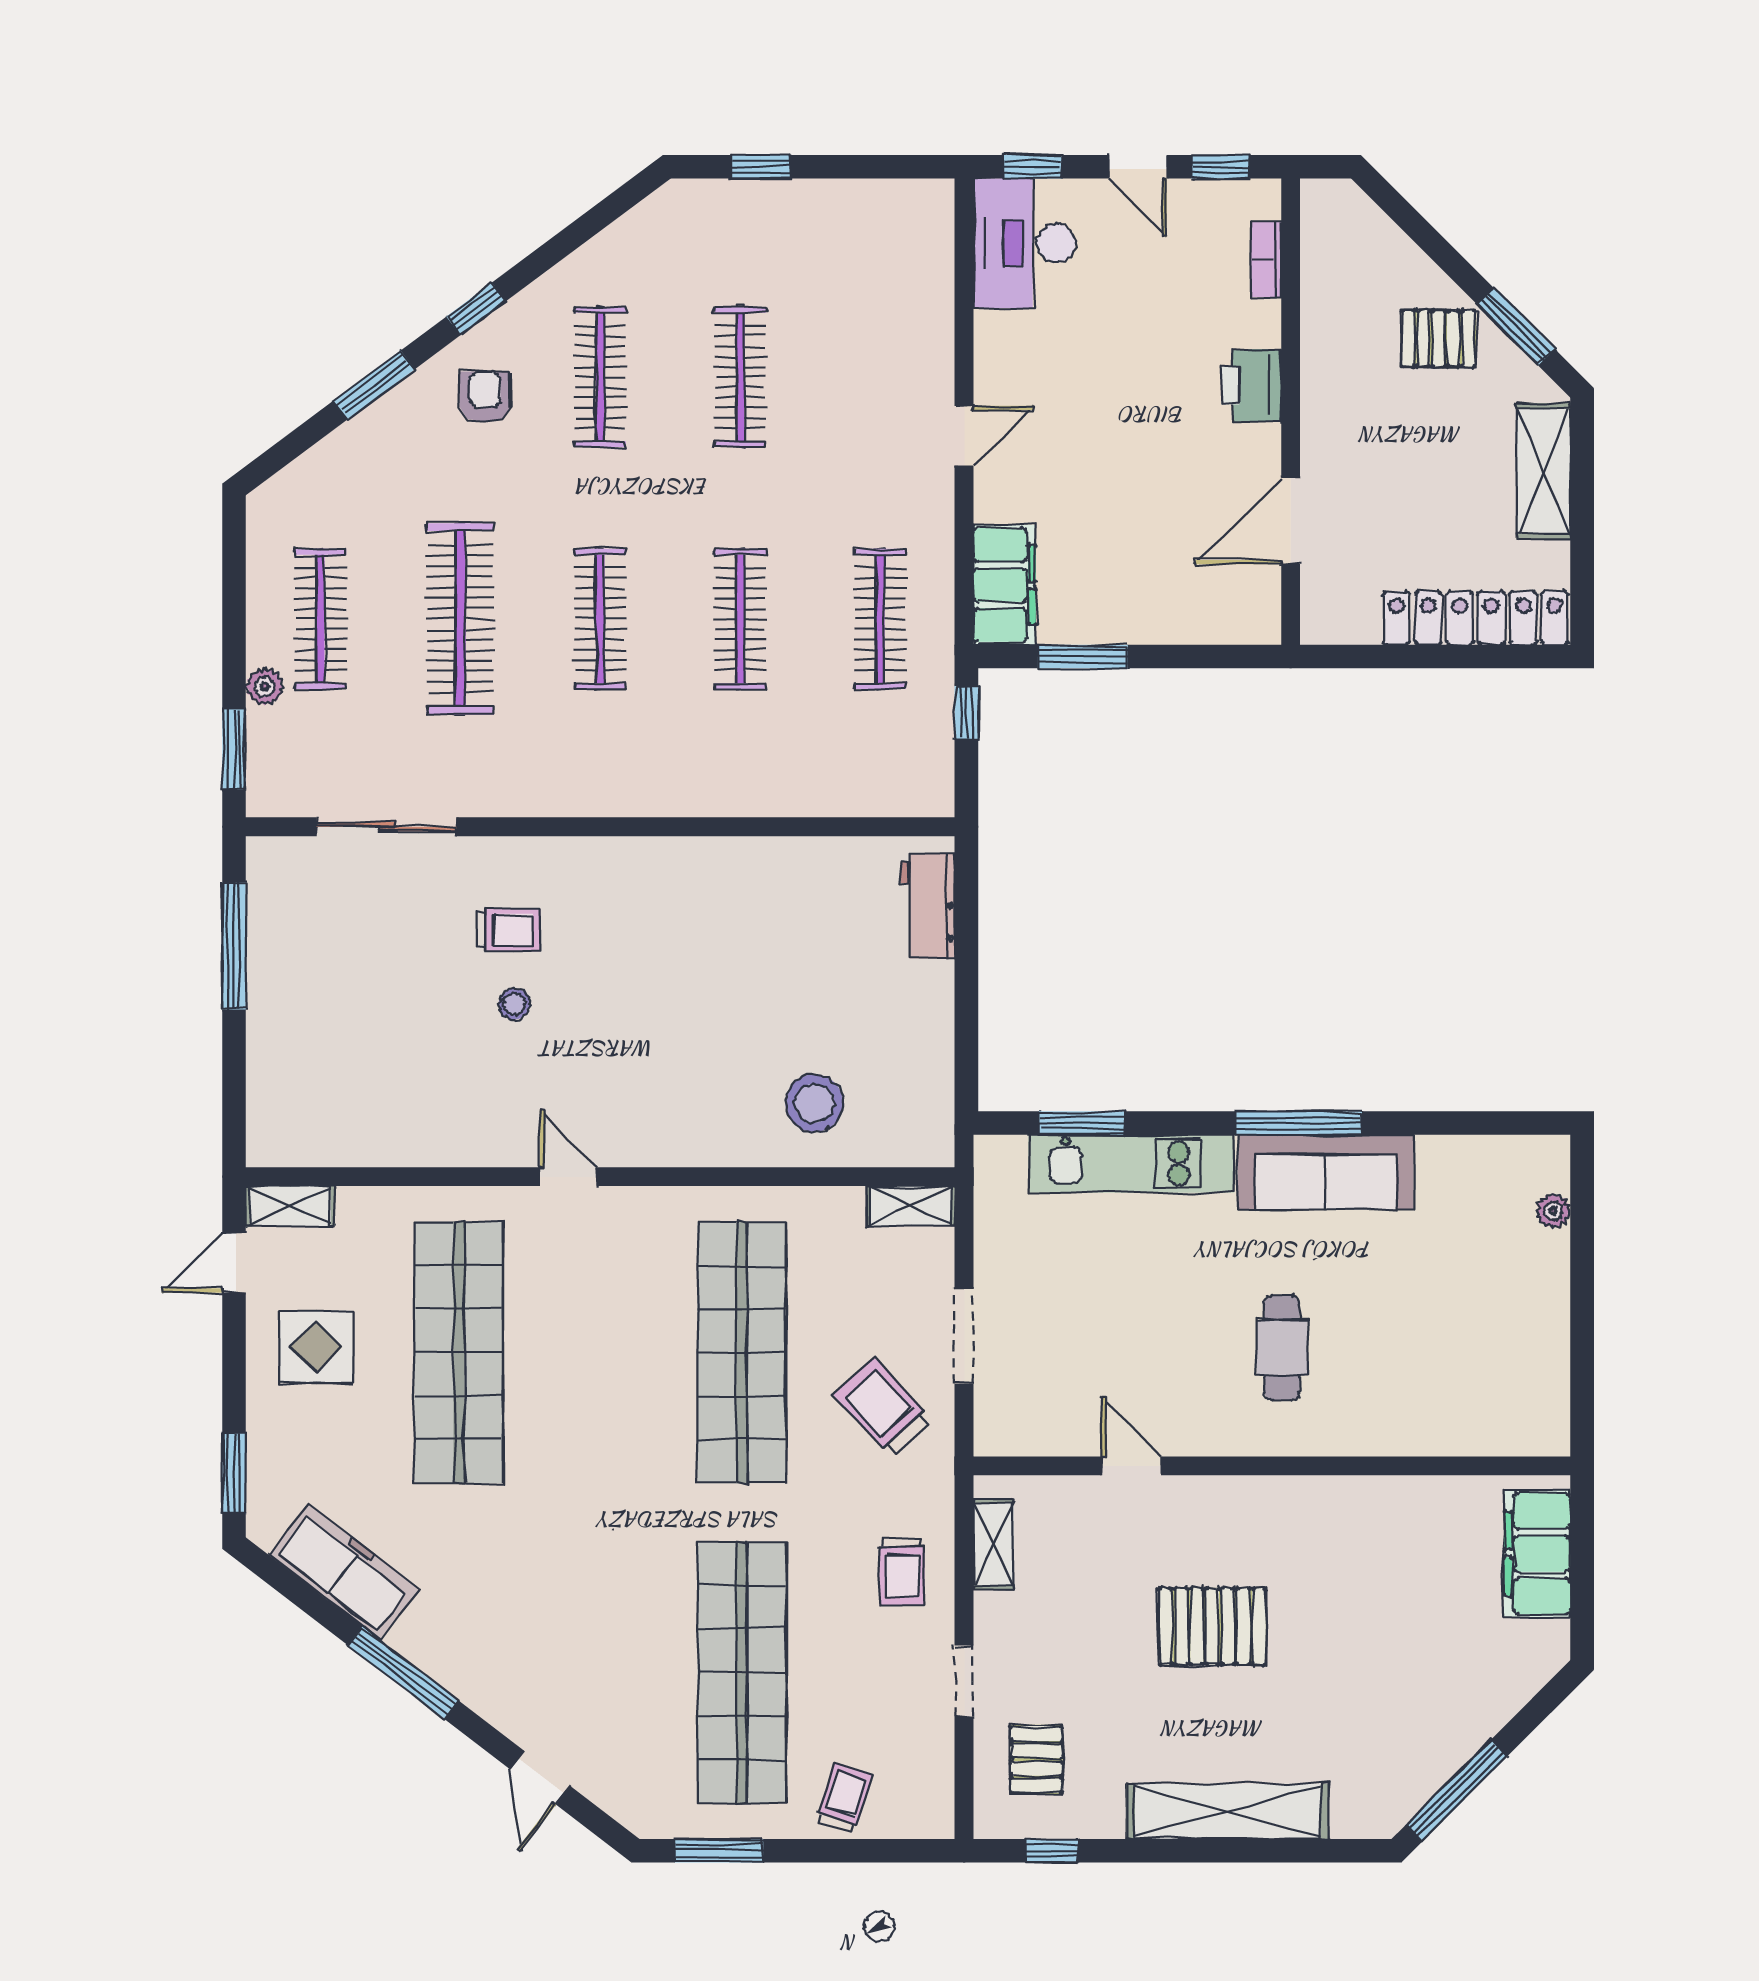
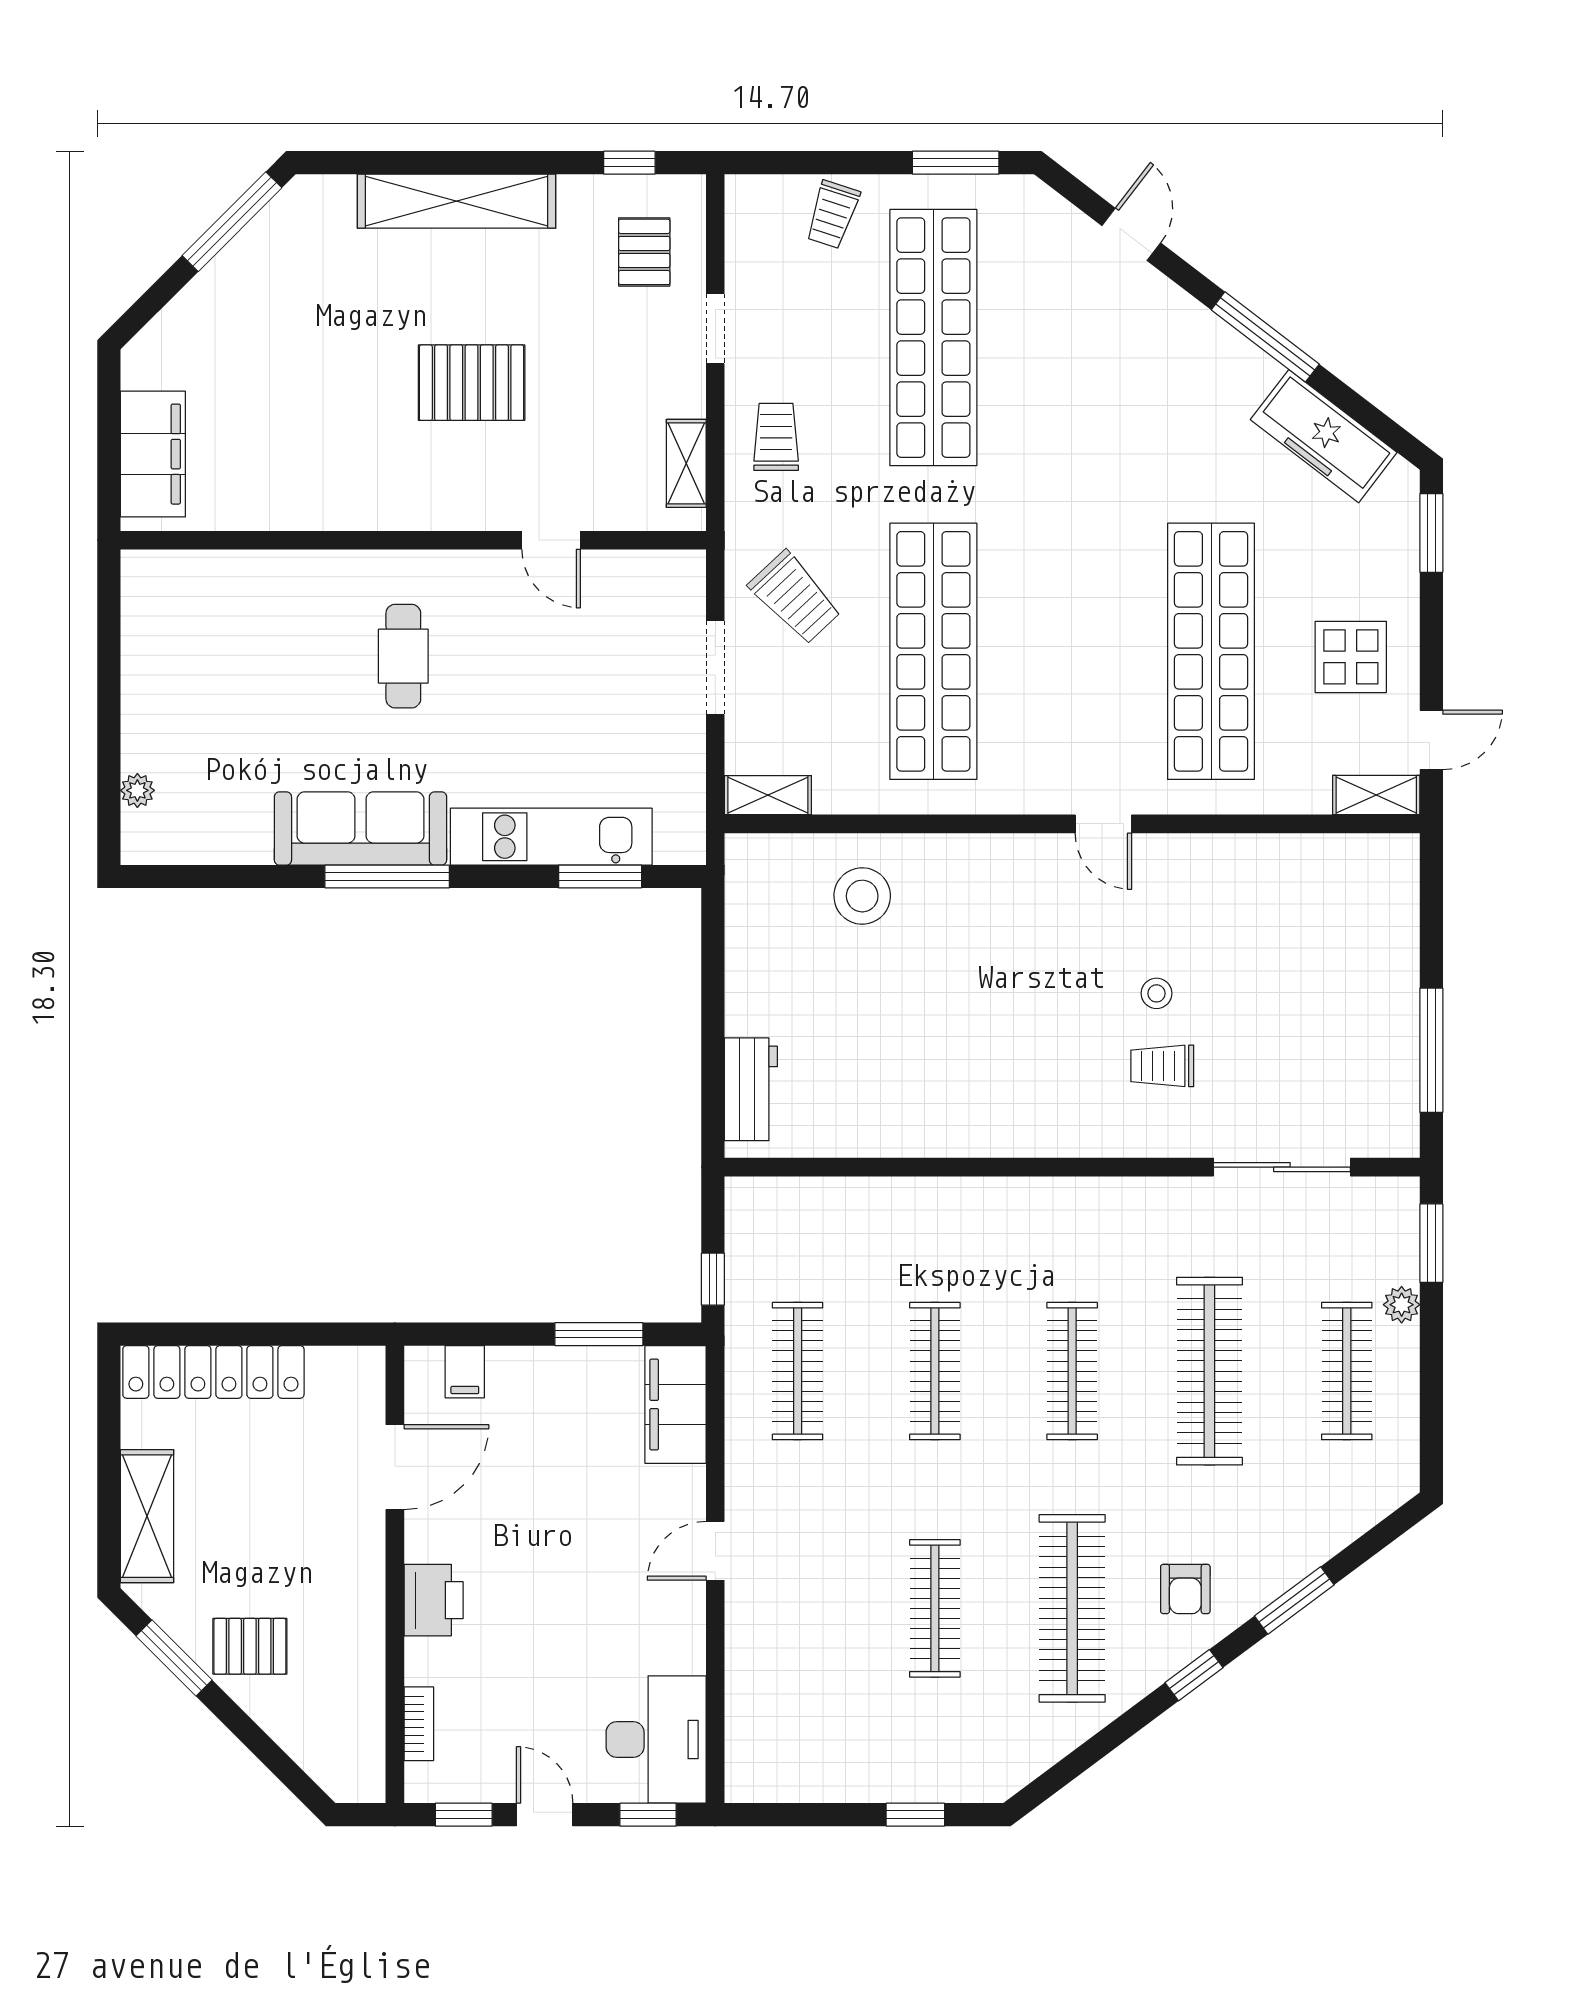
clothes rail: (600, 377) -> (1072, 1608), width x1.37, depth x1.31
filing cabinet: (1219, 618) -> (465, 1372), added

